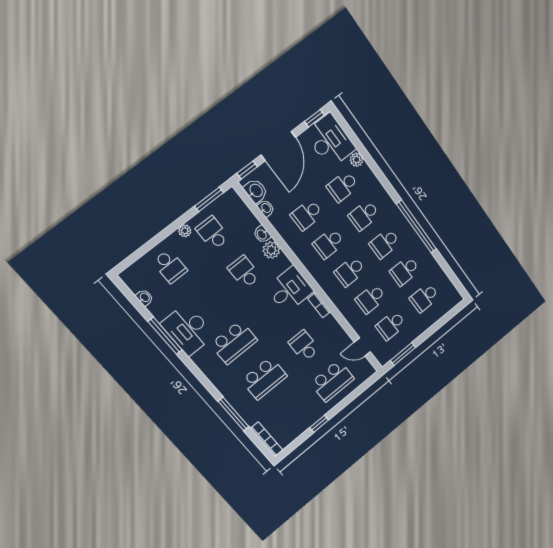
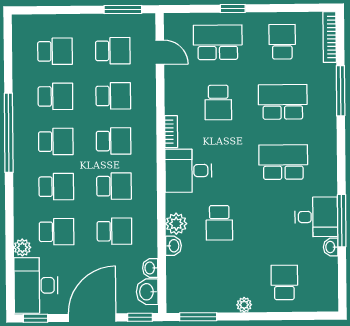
school desk: (213, 233) -> (282, 42), moved, turned 180
washbasin: (145, 298) -> (331, 247), moved
desk: (188, 330) -> (316, 217), width x0.73
window: (319, 424) -> (233, 9), moved

